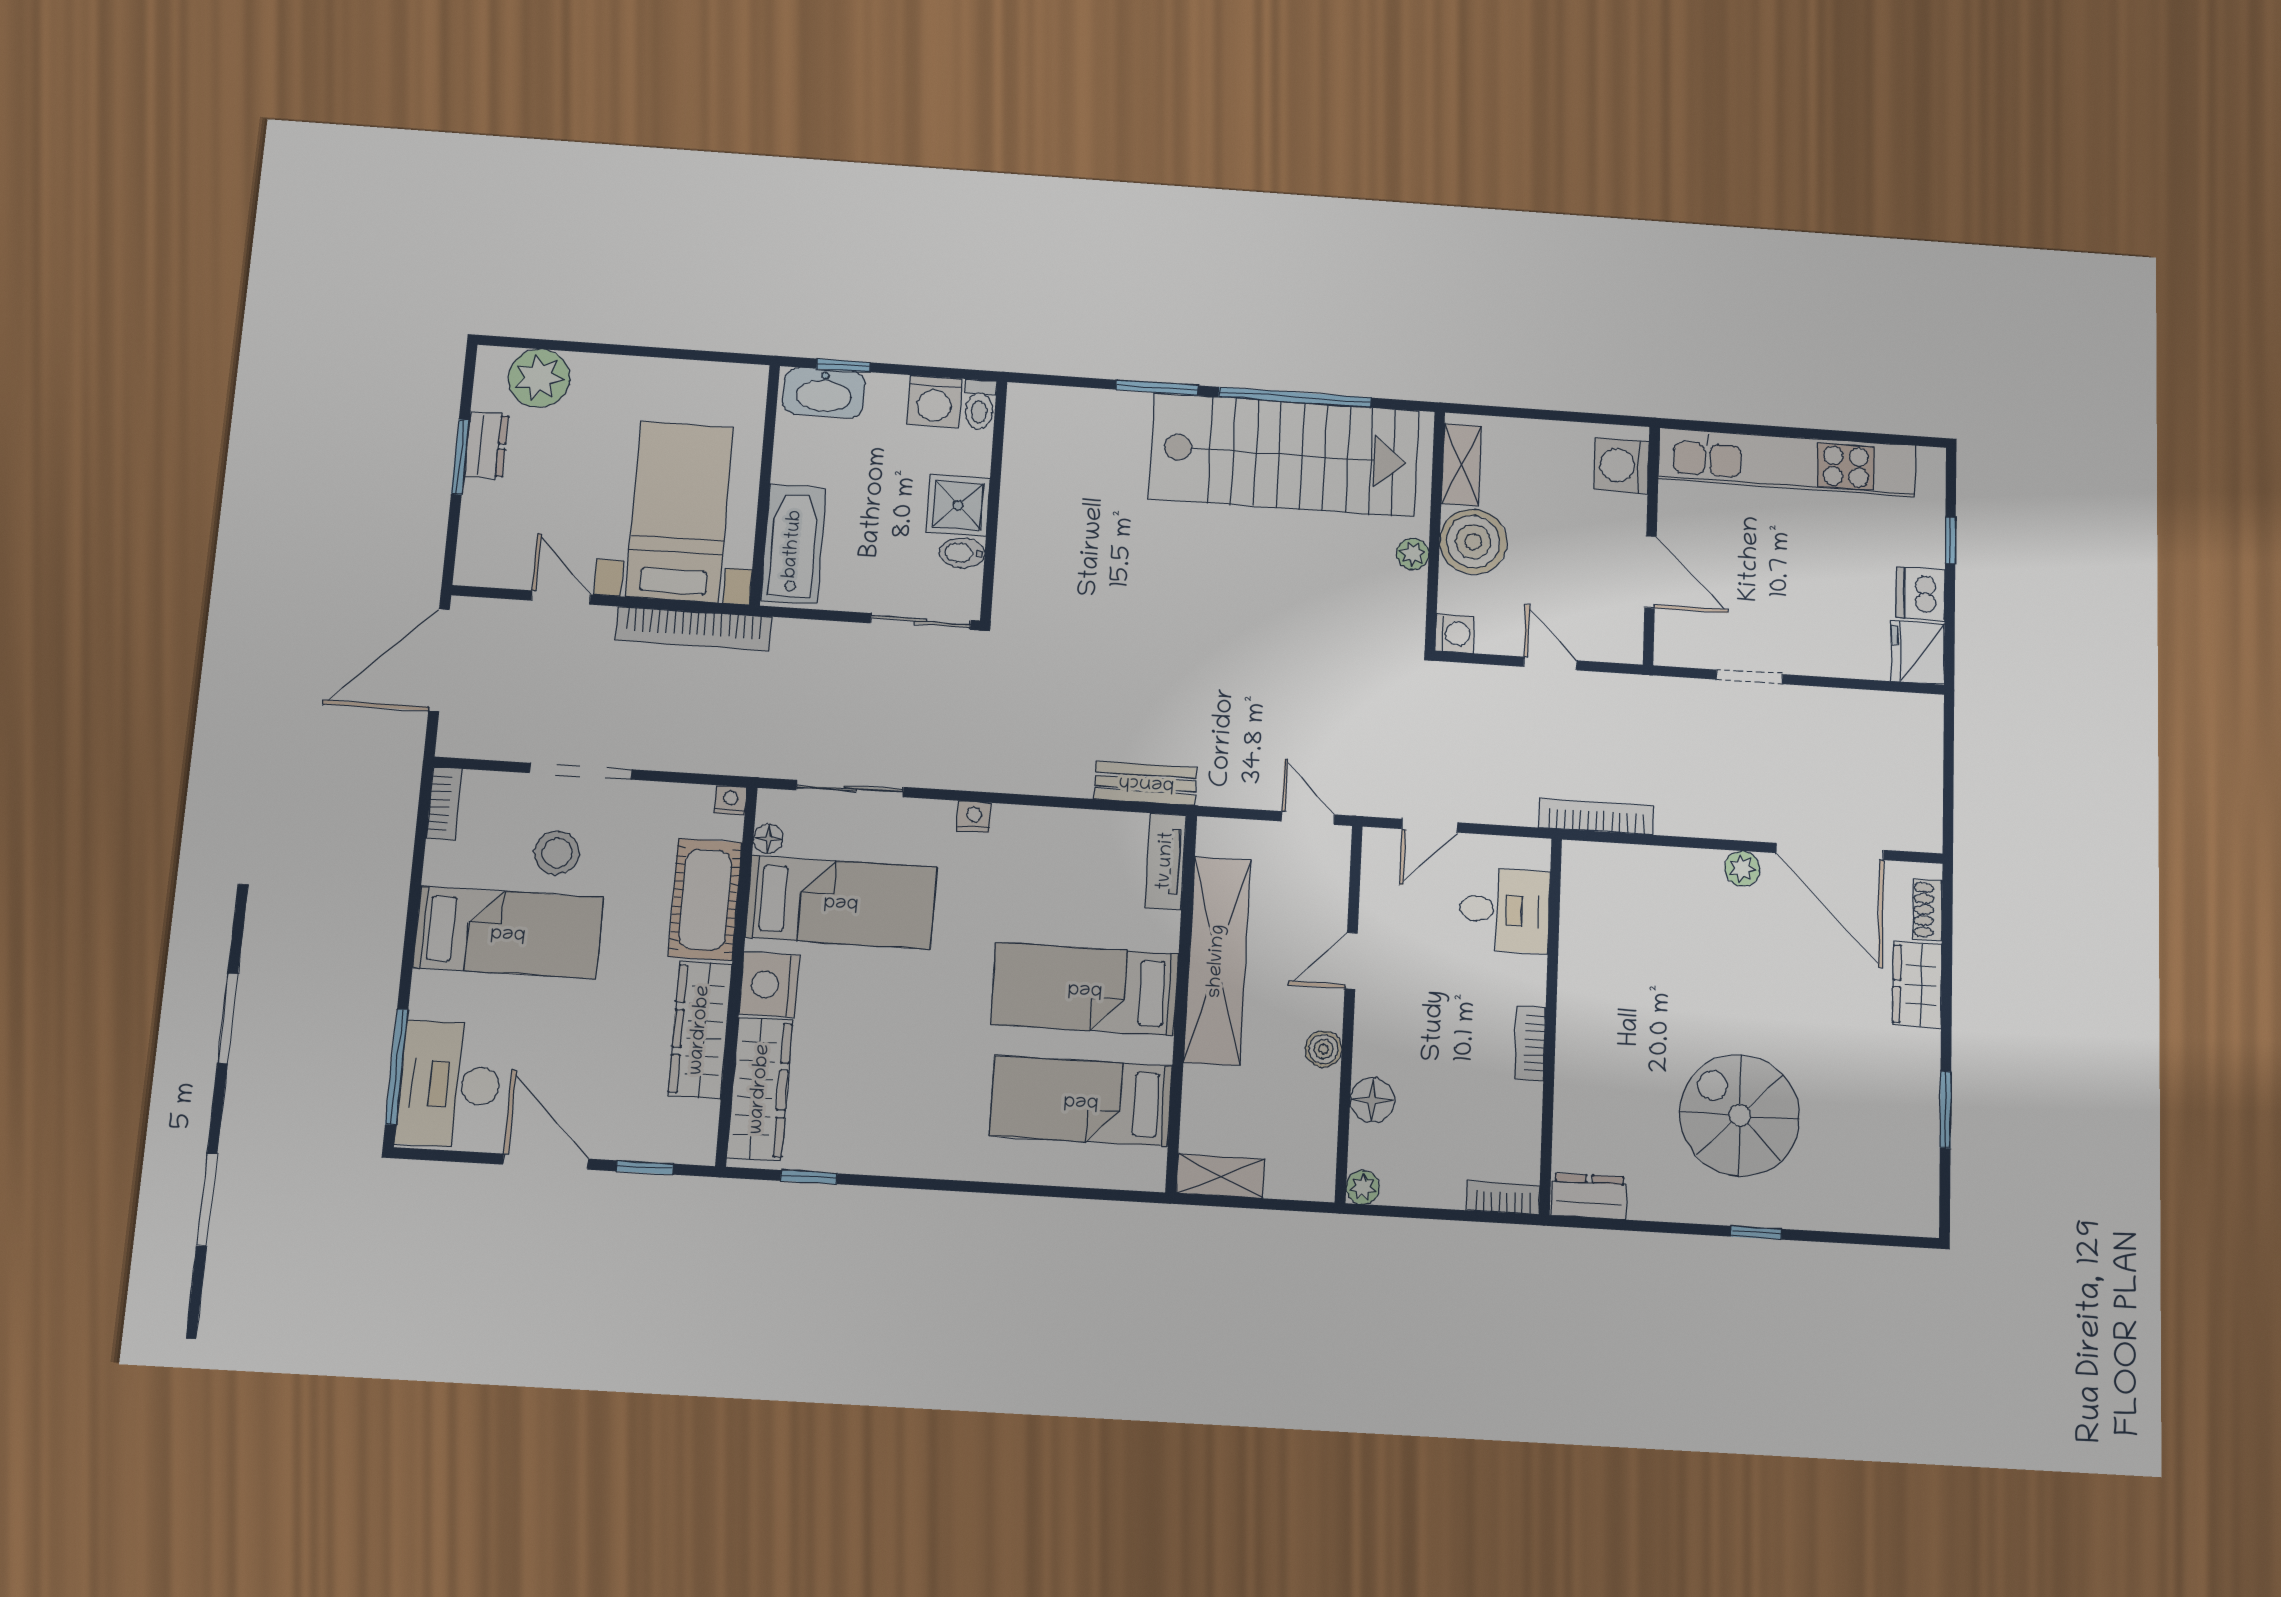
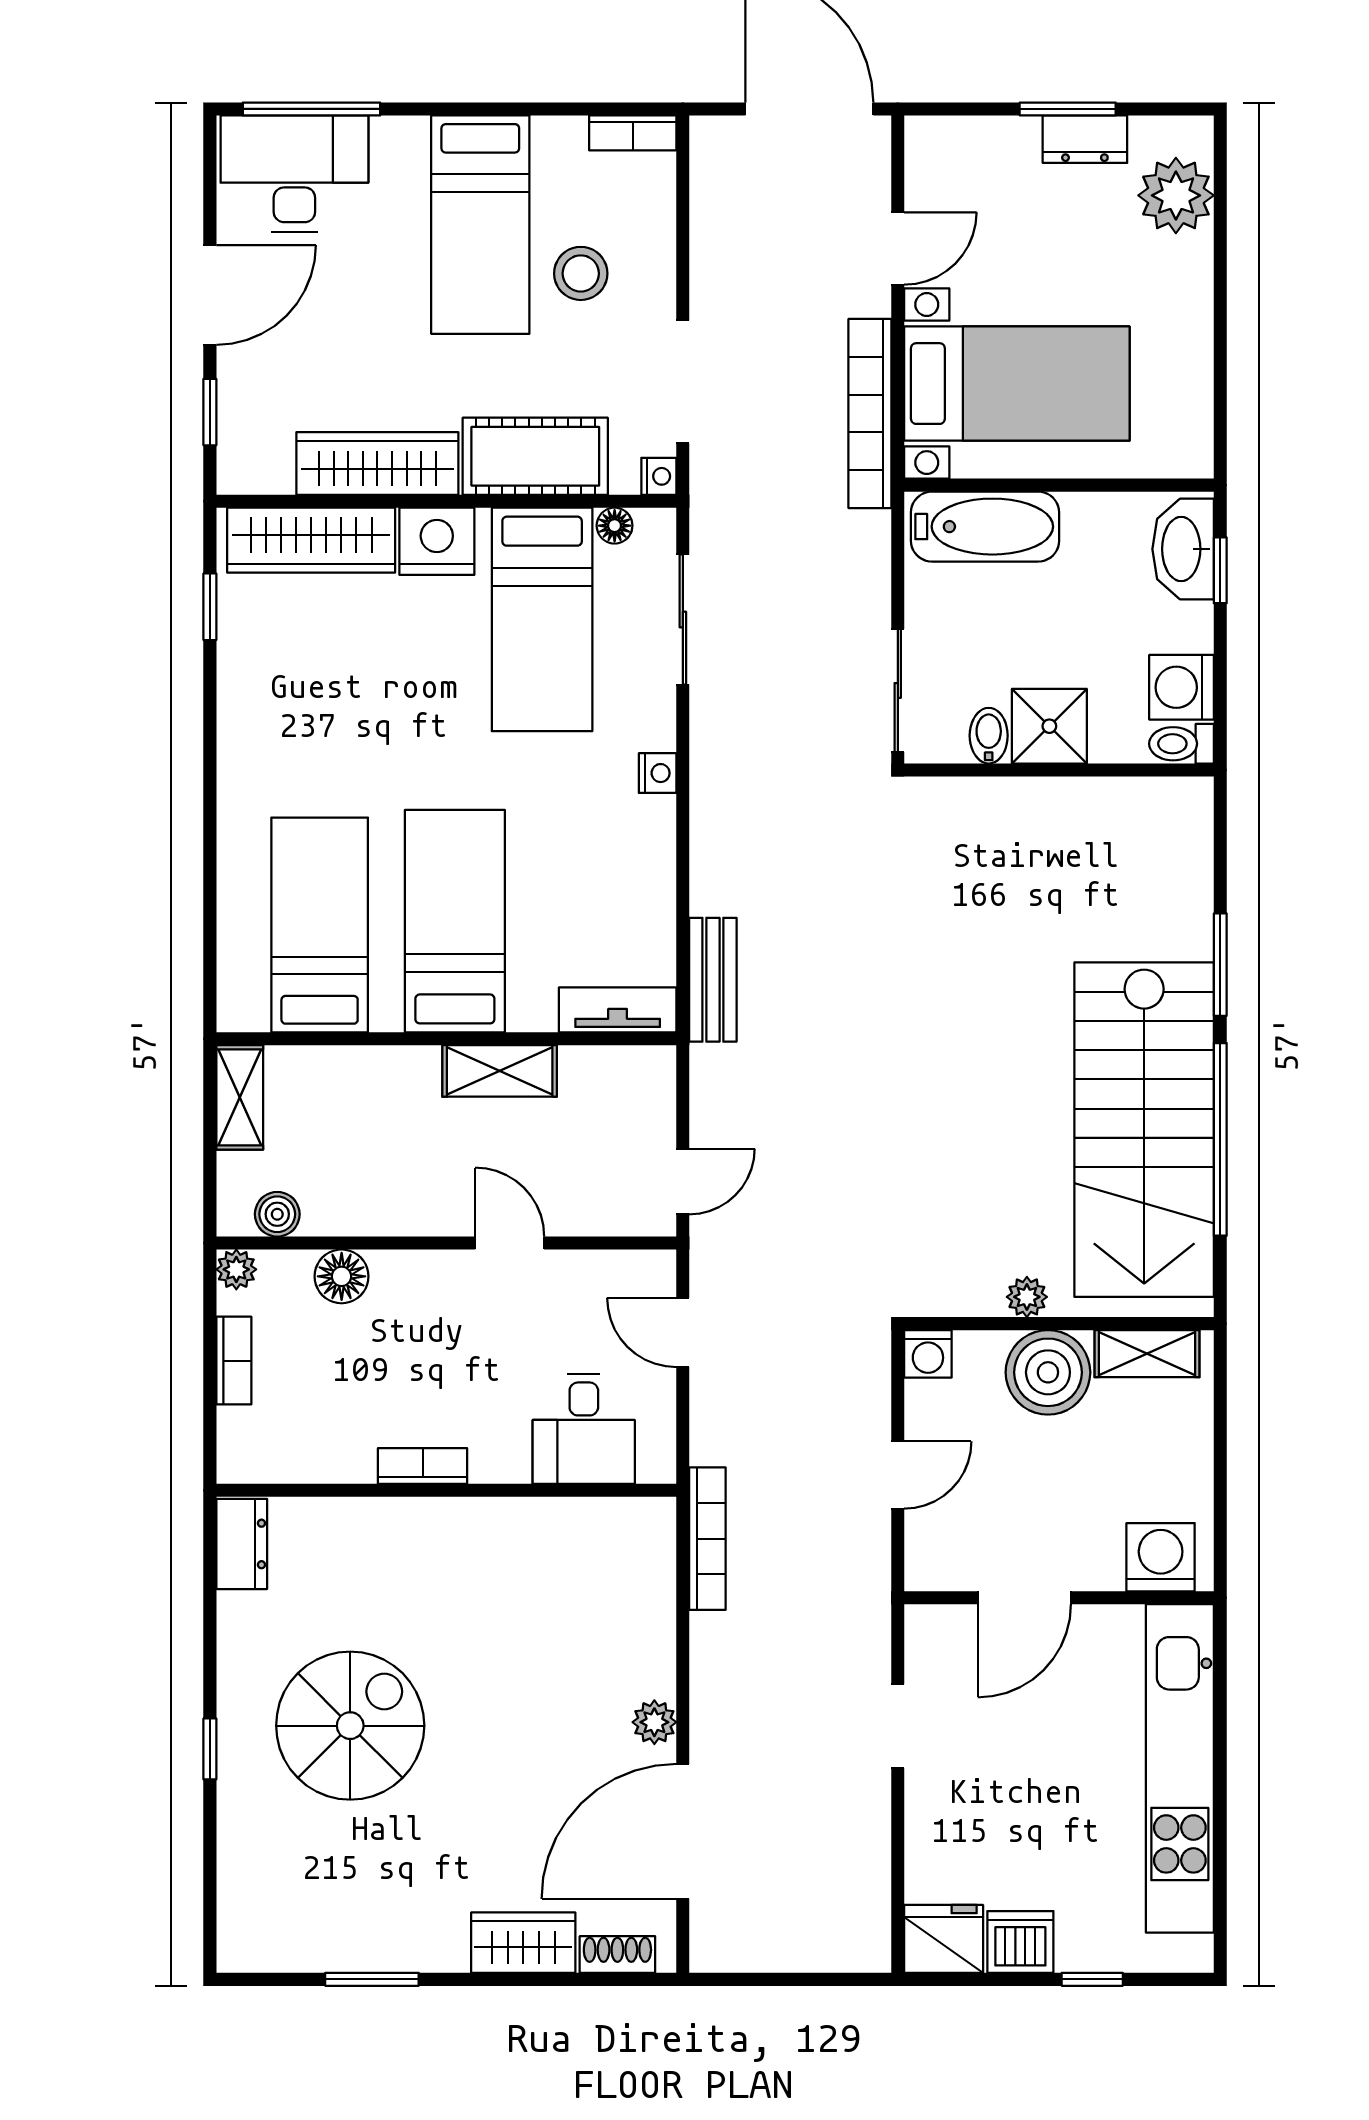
doorway: (581, 771) -> (683, 382), moved
shelving: (1217, 961) -> (500, 1071), width x0.45, depth x0.75
boiler: (1323, 1049) -> (277, 1214), moved
bookcase: (1503, 1198) -> (234, 1361), moved

